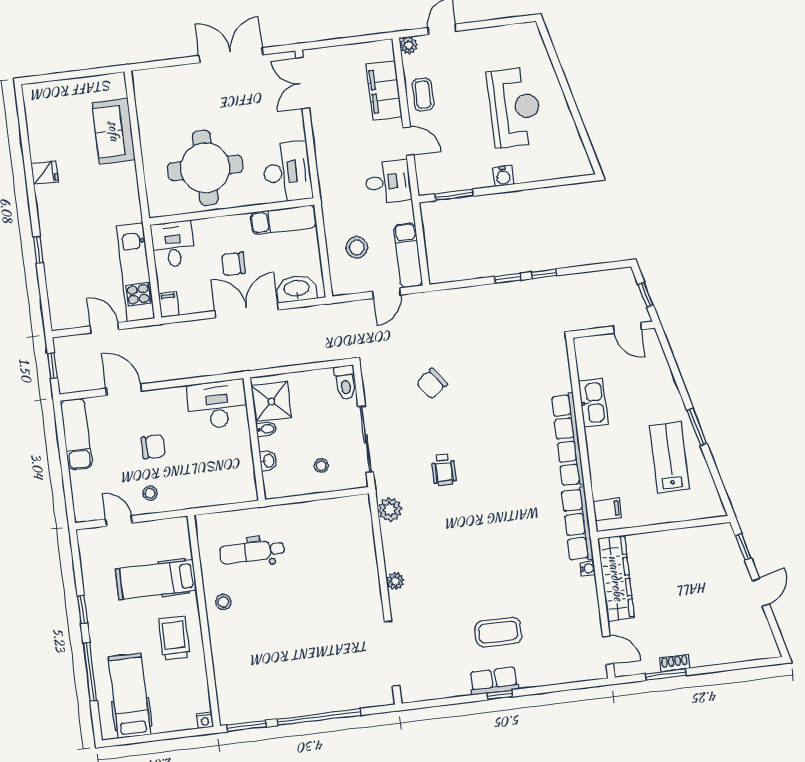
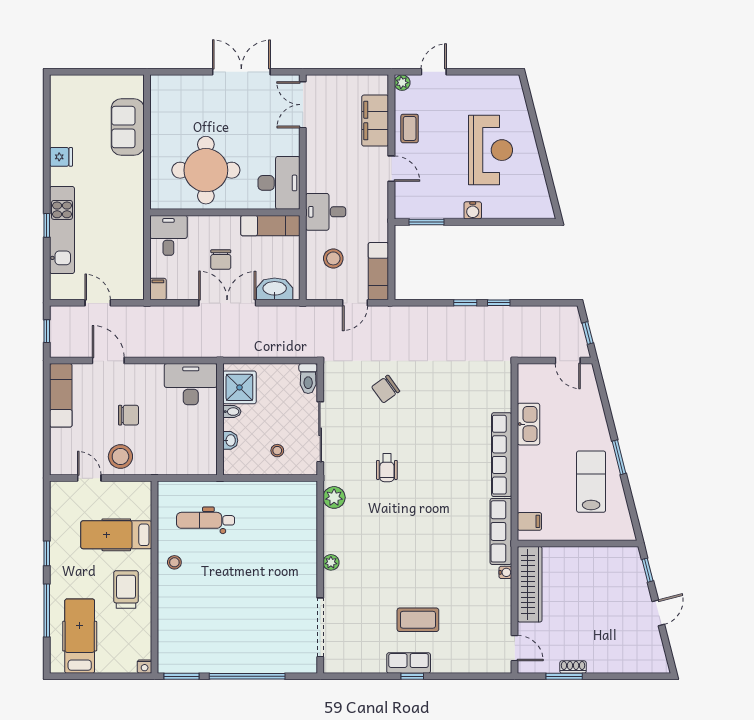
desk: (388, 182) -> (326, 212), moved, turned 180
chair: (234, 264) -> (221, 260), turned -90
kitchen unit: (135, 272) -> (62, 230), moved, turned 180
stool: (150, 493) -> (120, 457), width x1.89, depth x1.89

